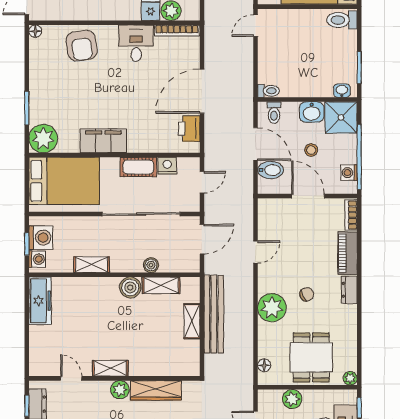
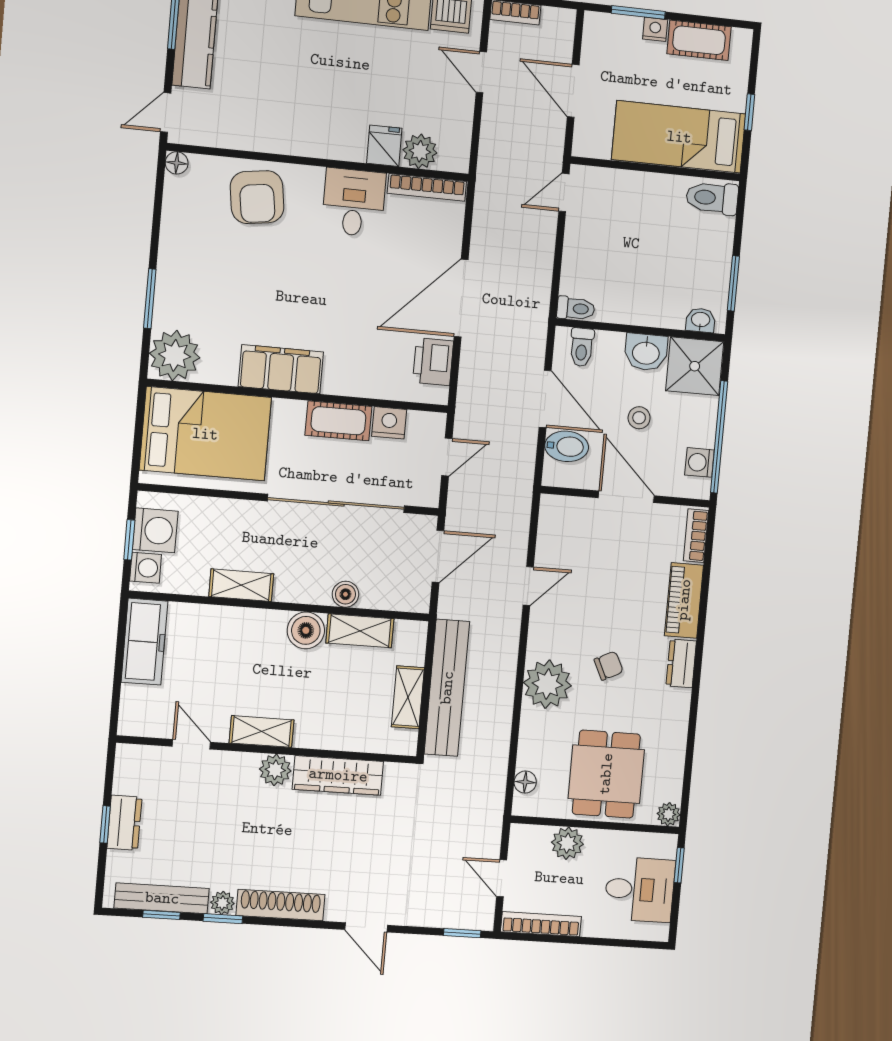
shelving: (110, 368) -> (262, 731), moved
door: (71, 378) -> (191, 744), moved
wall: (114, 378) -> (267, 750), moved
plant: (120, 390) -> (275, 770), moved
wardrobe: (156, 390) -> (338, 775), moved

